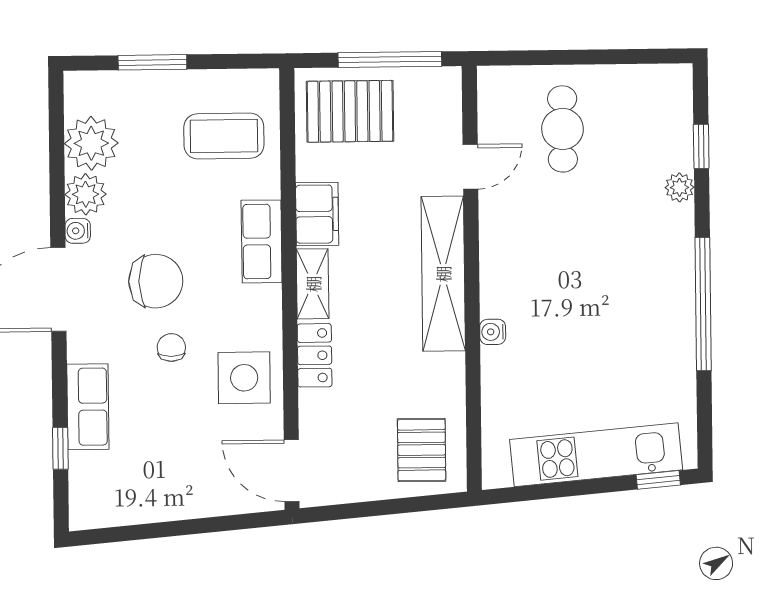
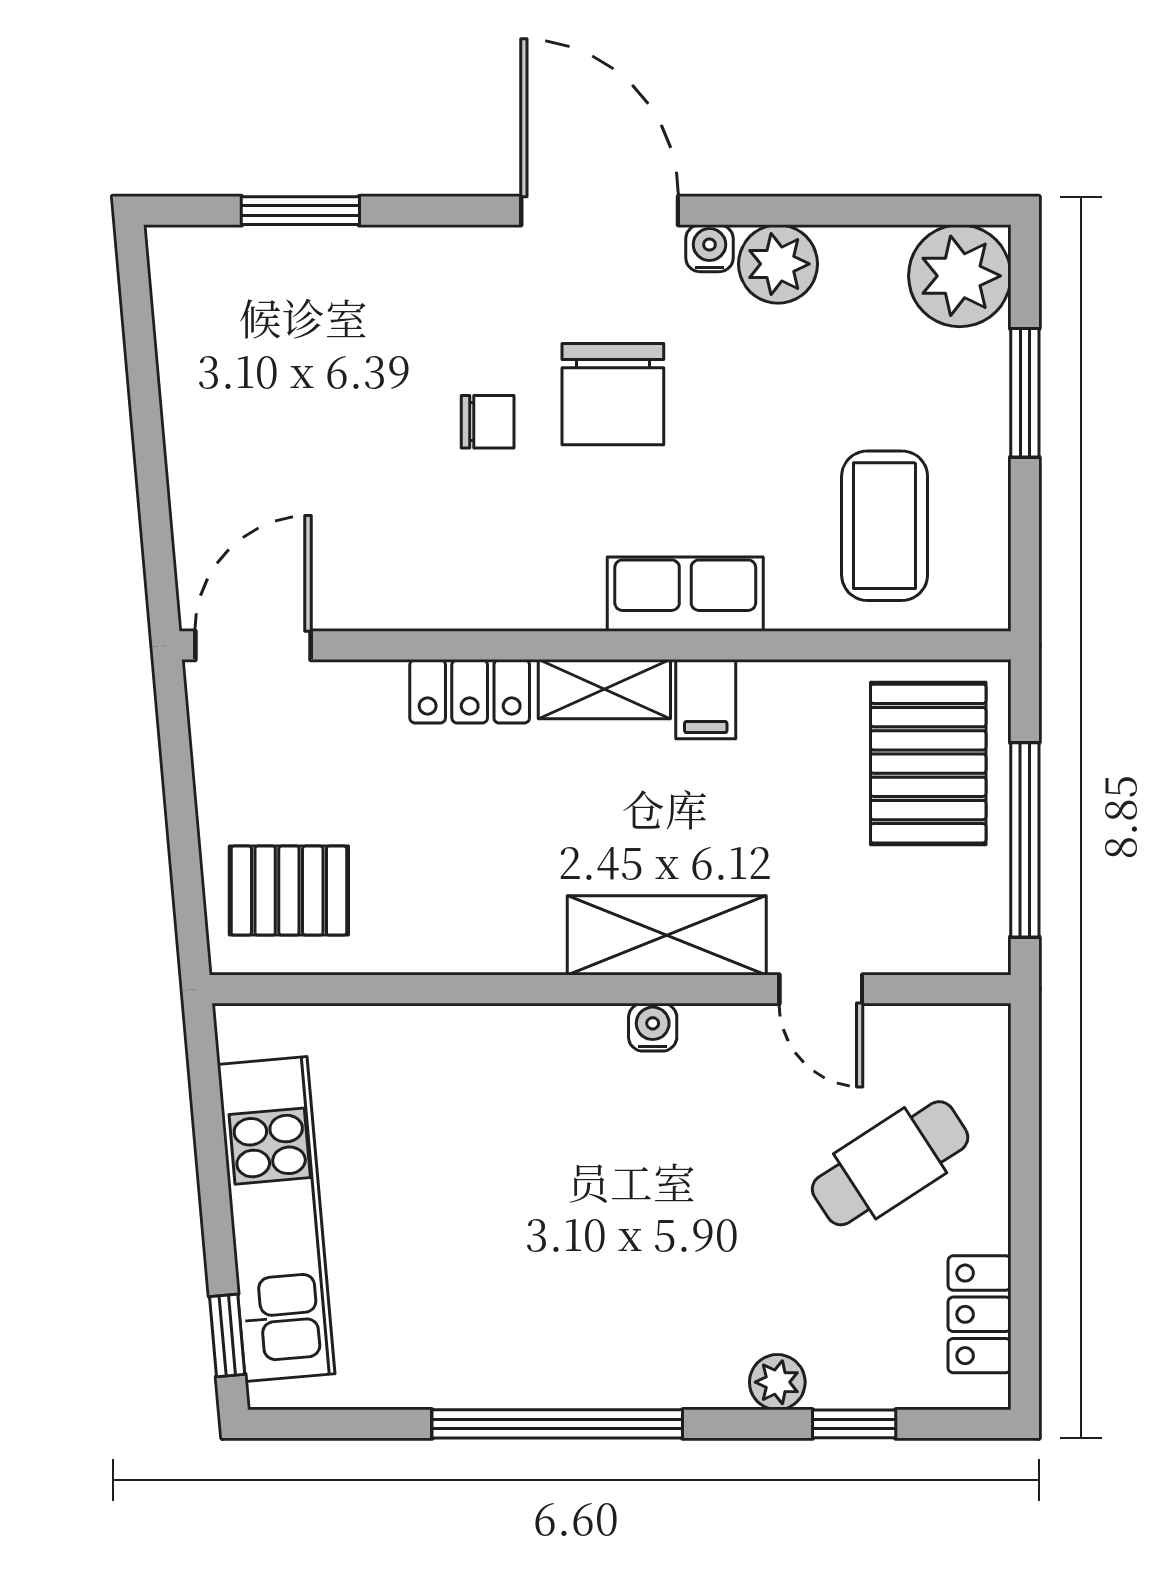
locker: (642, 80) -> (980, 1314), added
cafe table: (563, 129) -> (890, 1163), turned -33
plant: (91, 143) -> (960, 276), moved
filing cabinet: (317, 214) -> (706, 699), width x0.50
shelving: (443, 274) -> (667, 935), width x0.68
water cooler: (493, 332) -> (653, 1027), moved
side table: (244, 378) -> (429, 558), removed
row of seats: (88, 407) -> (378, 263), removed
window: (60, 448) -> (300, 211), width x1.50

